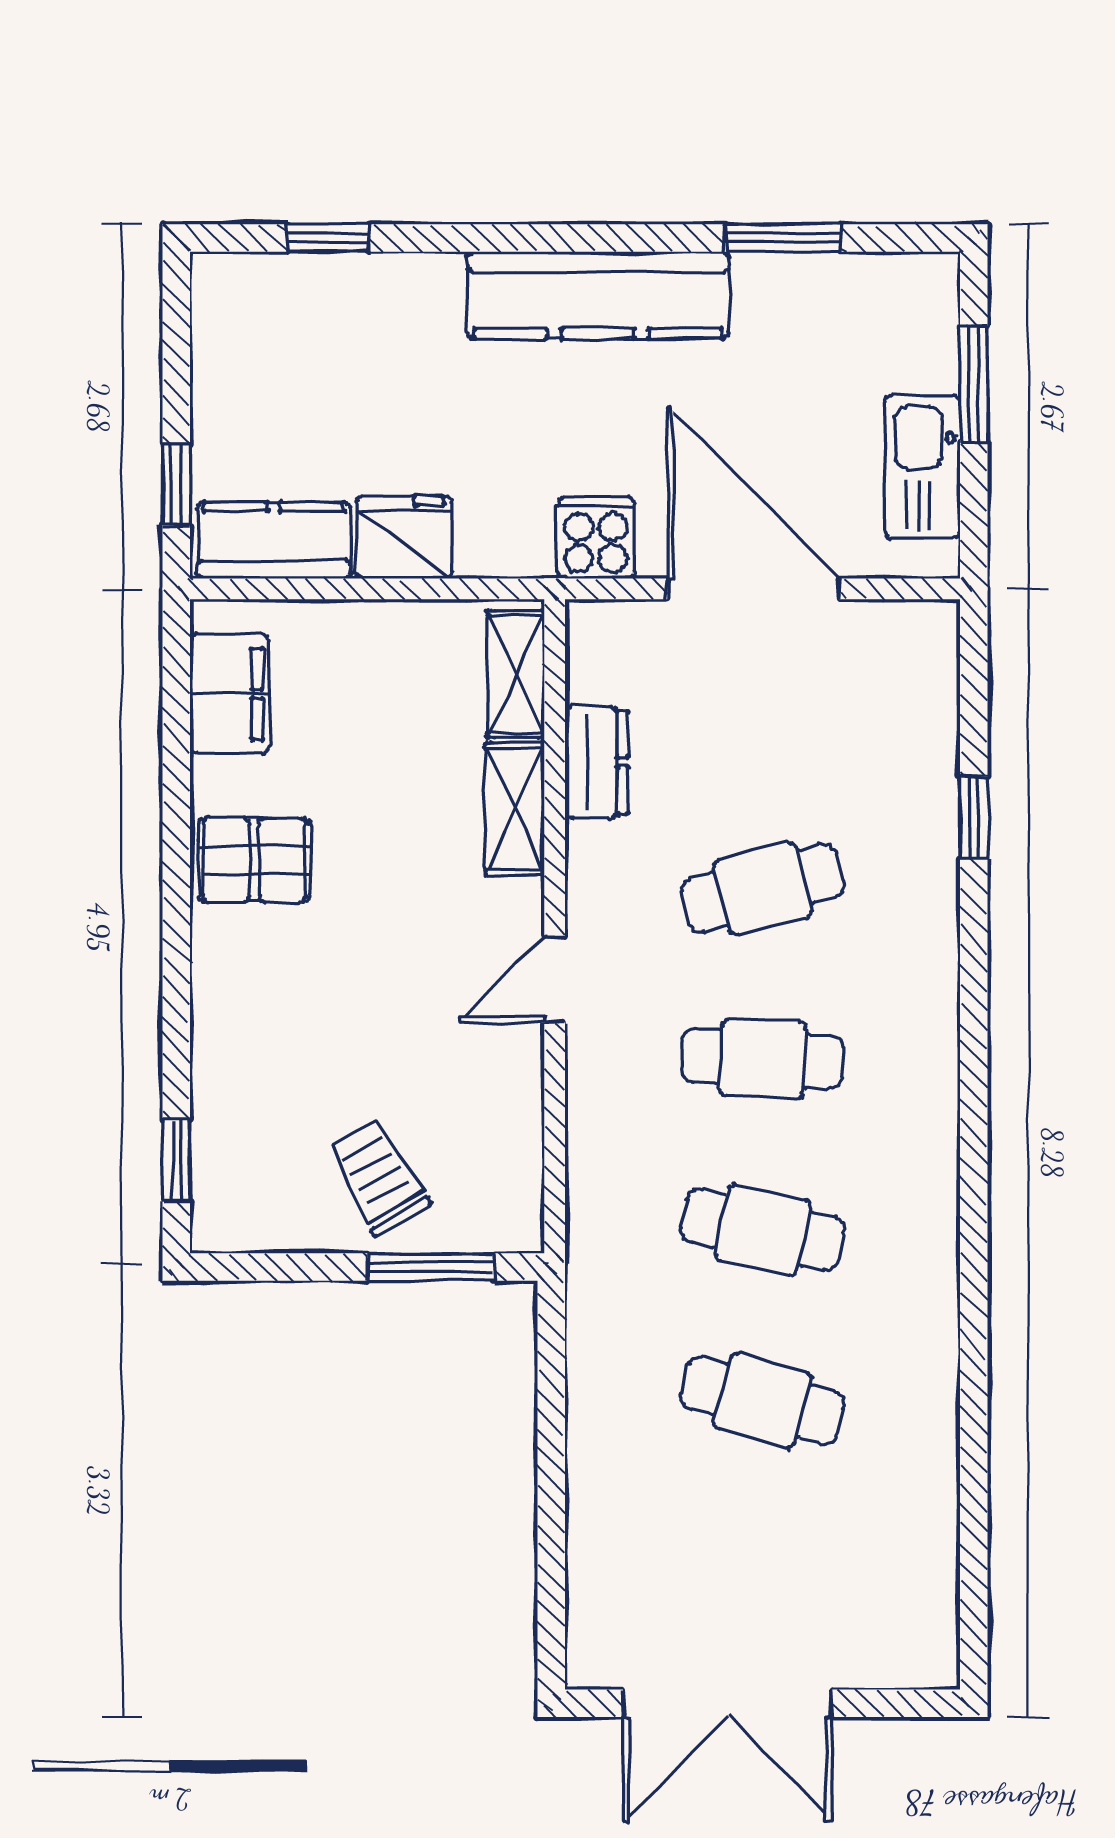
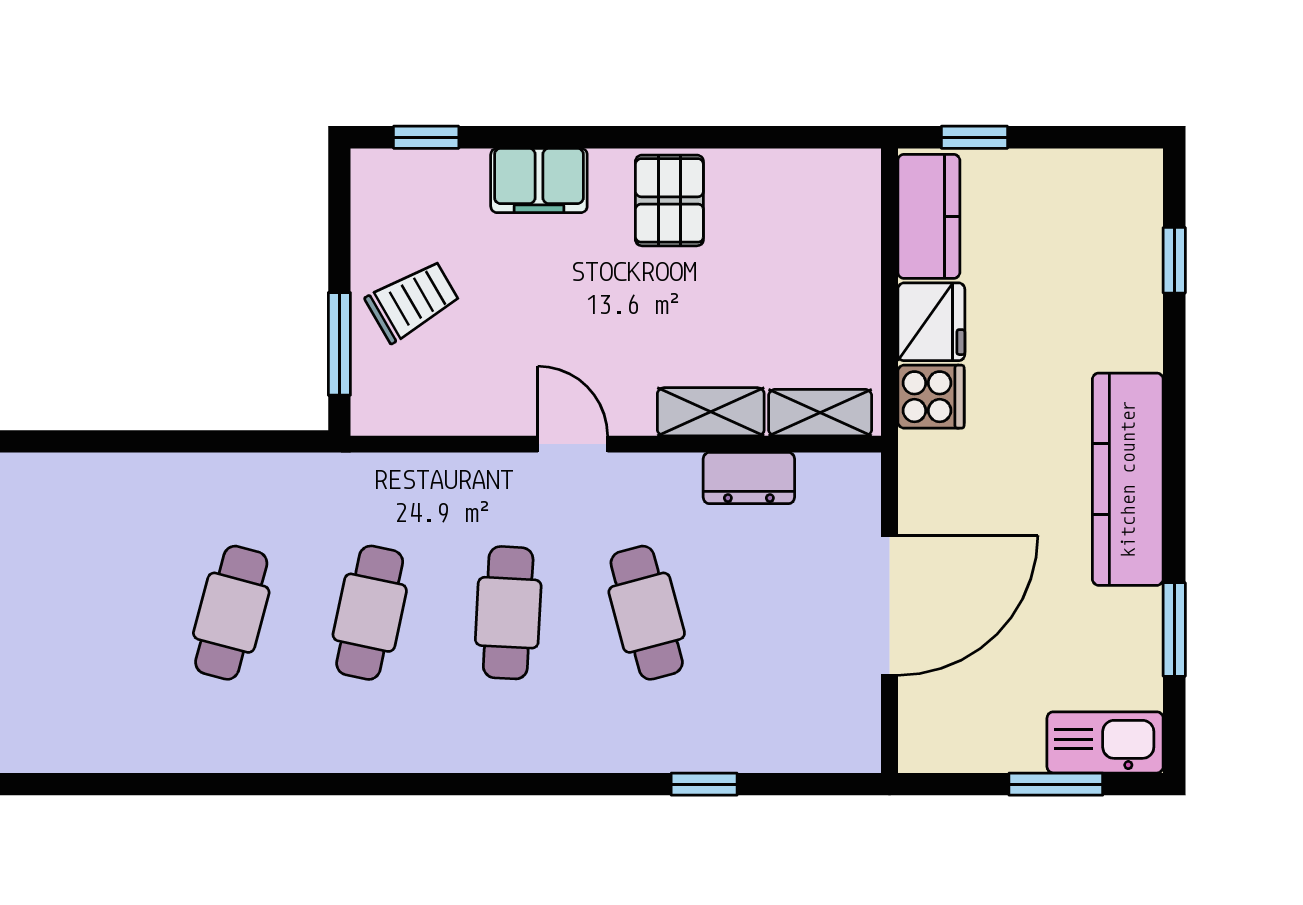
kitchen sink: (922, 466) -> (1105, 742), moved
cooker: (596, 538) -> (931, 397), moved
filing cabinet: (230, 694) -> (539, 180), moved

